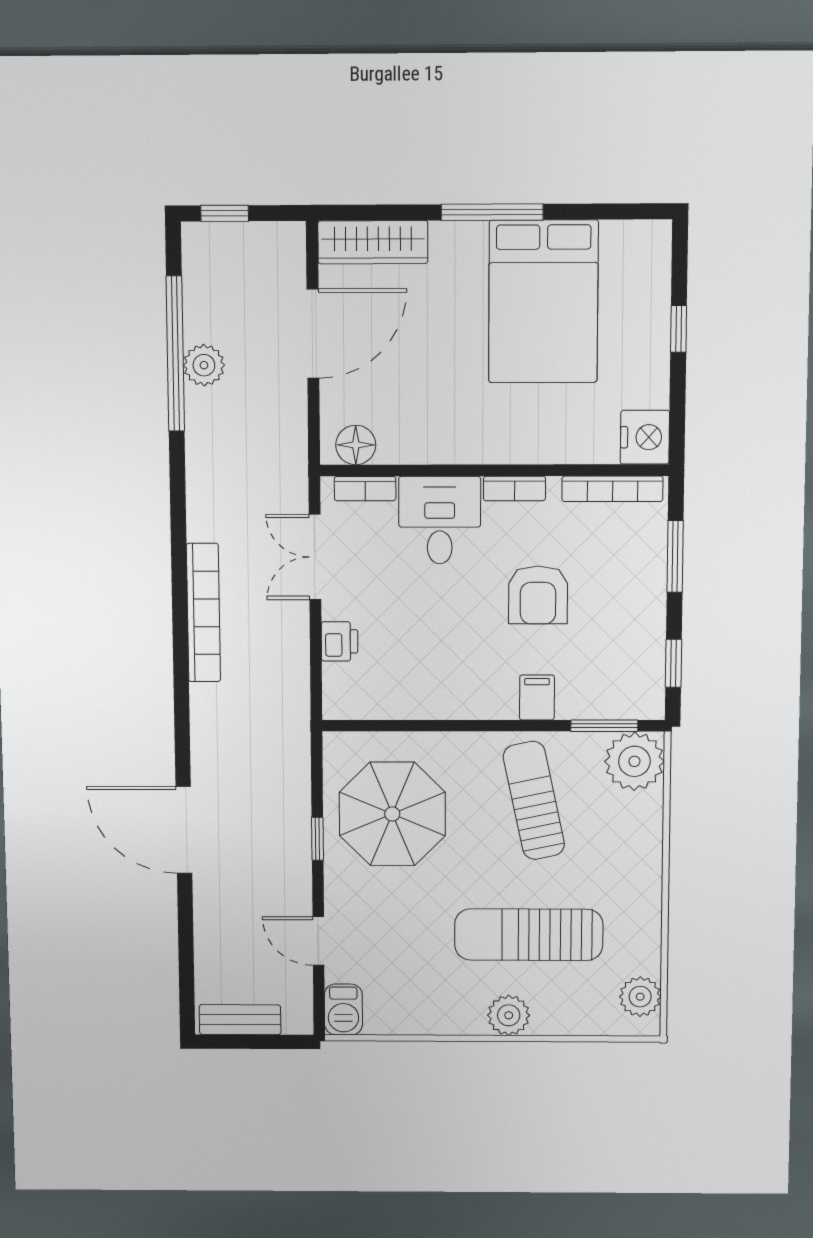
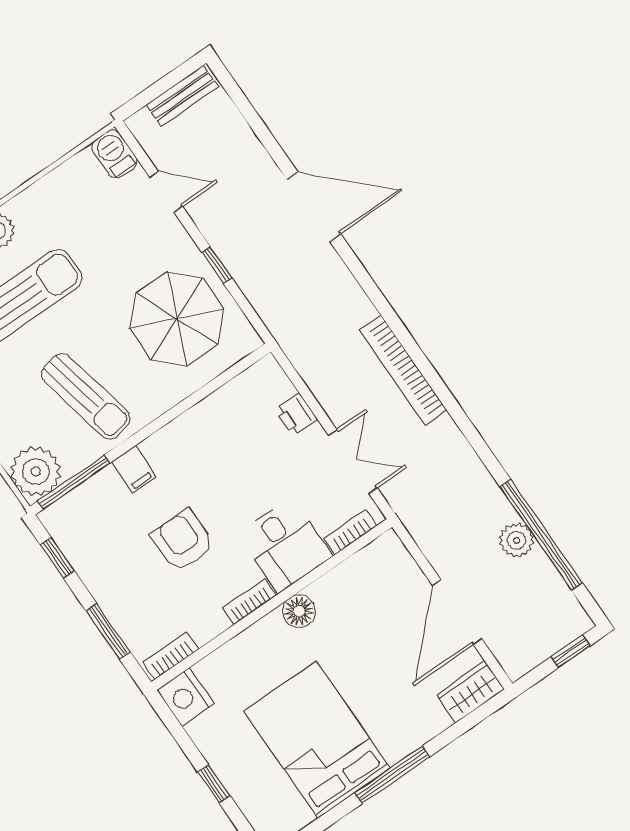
wardrobe: (373, 242) -> (470, 692), width x0.67
floor lamp: (356, 445) -> (299, 611), moved
bookcase: (612, 489) -> (171, 656), width x0.64
window: (604, 726) -> (74, 482), width x1.44

